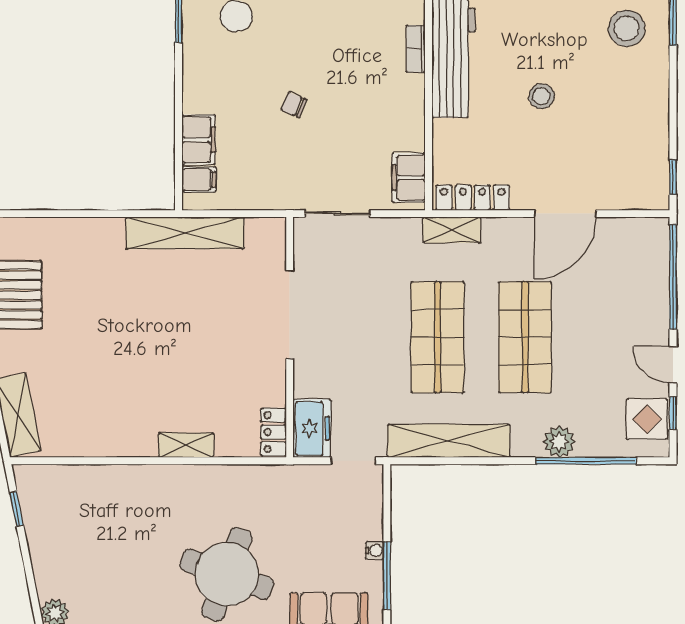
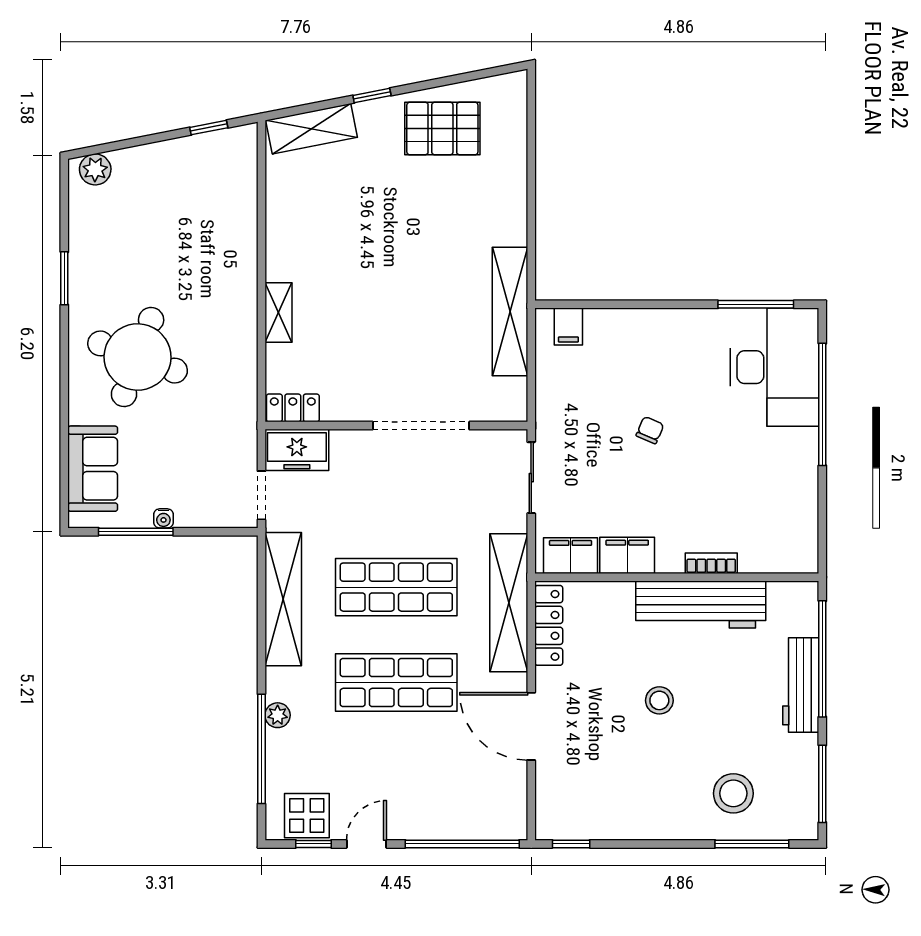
filing cabinet: (199, 140) -> (627, 555), moved, turned 180
shelving: (452, 230) -> (509, 603), width x2.20, depth x1.33
plant: (559, 442) -> (278, 715), width x0.73, depth x0.73

